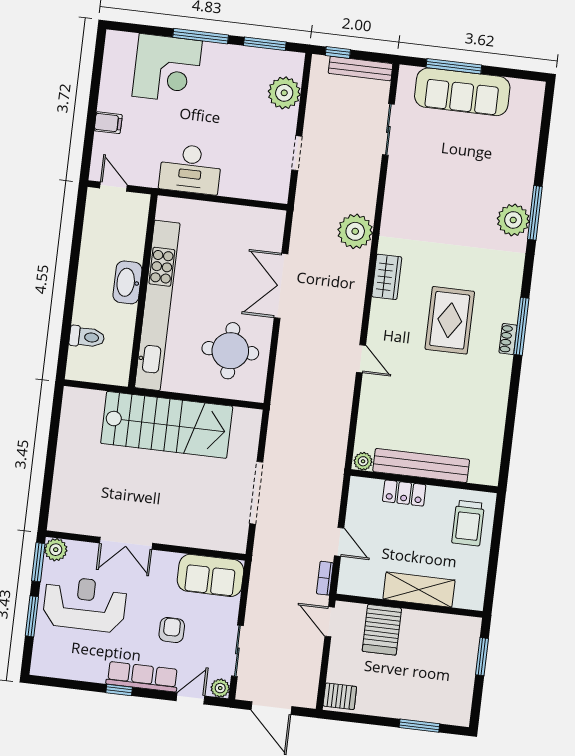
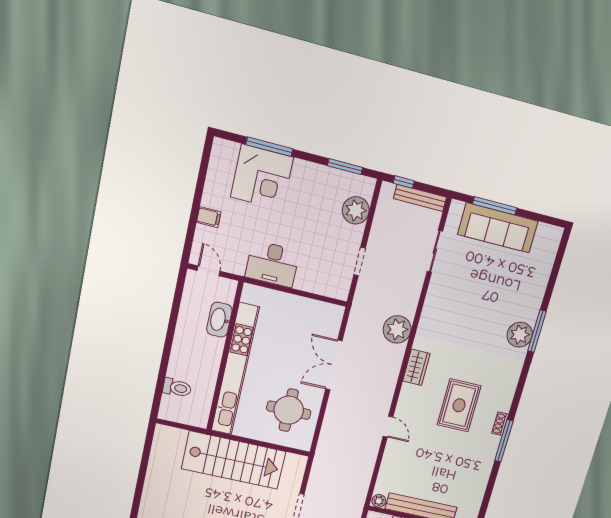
window: (201, 36) -> (269, 147), moved
washbasin: (127, 282) -> (219, 320), moved
window: (521, 326) -> (504, 441), moved

